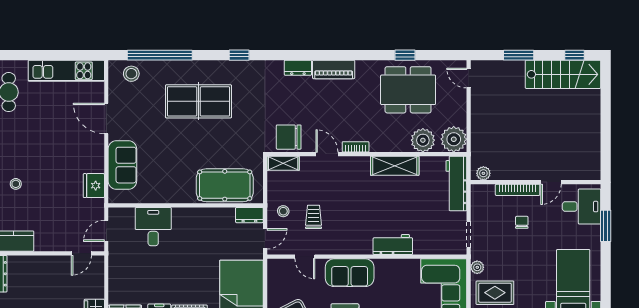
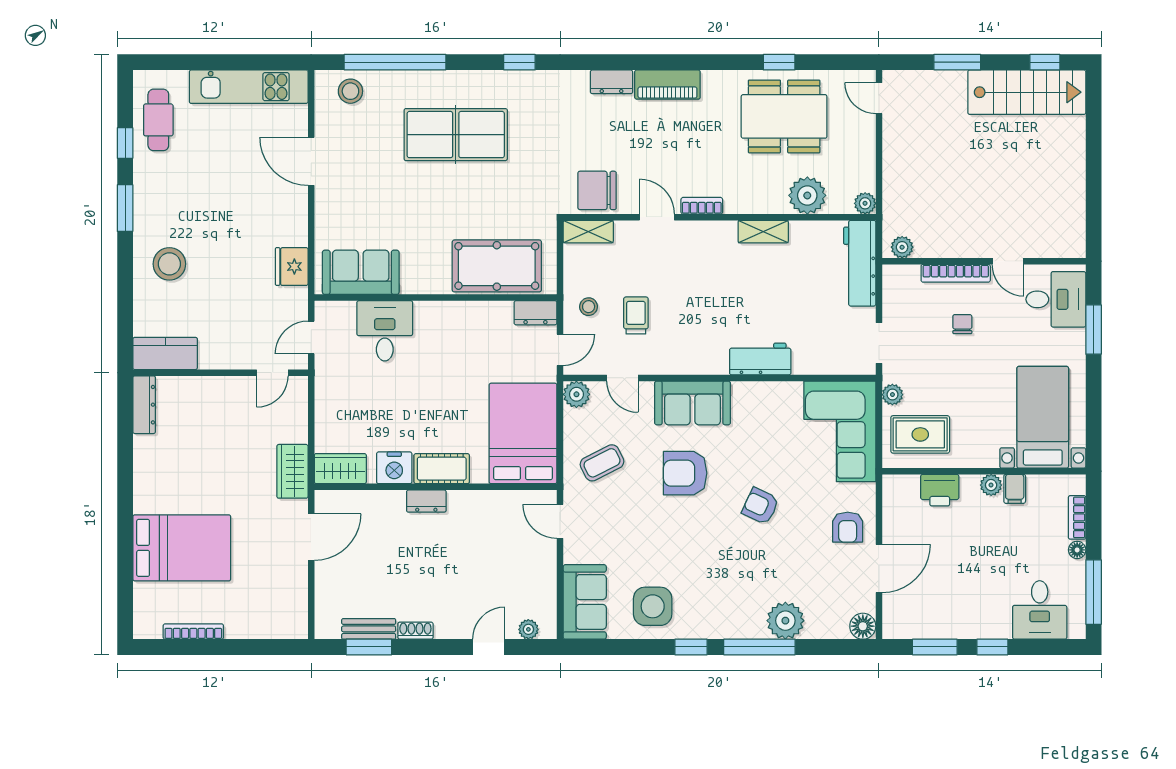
plant: (454, 139) -> (865, 203), width x0.53, depth x0.53
sofa: (122, 165) -> (361, 272), moved, turned -90
shelving: (395, 166) -> (763, 232), width x0.67, depth x0.75
door: (551, 182) -> (1008, 261), hinge flipped
stool: (16, 184) -> (169, 264), width x1.89, depth x1.89
plant: (276, 267) -> (576, 394), added

